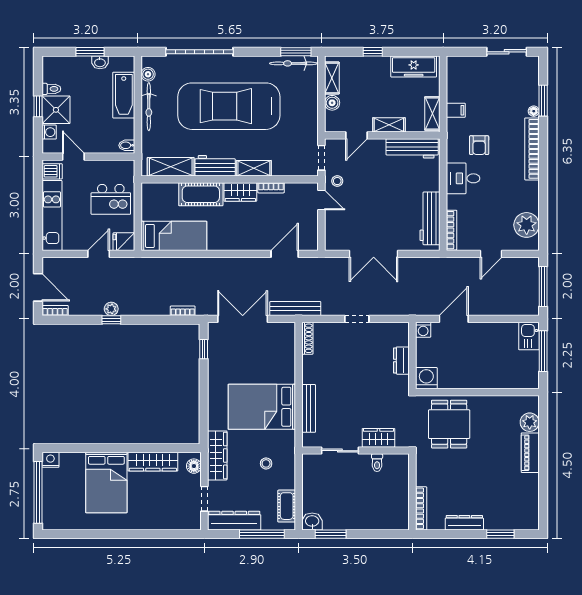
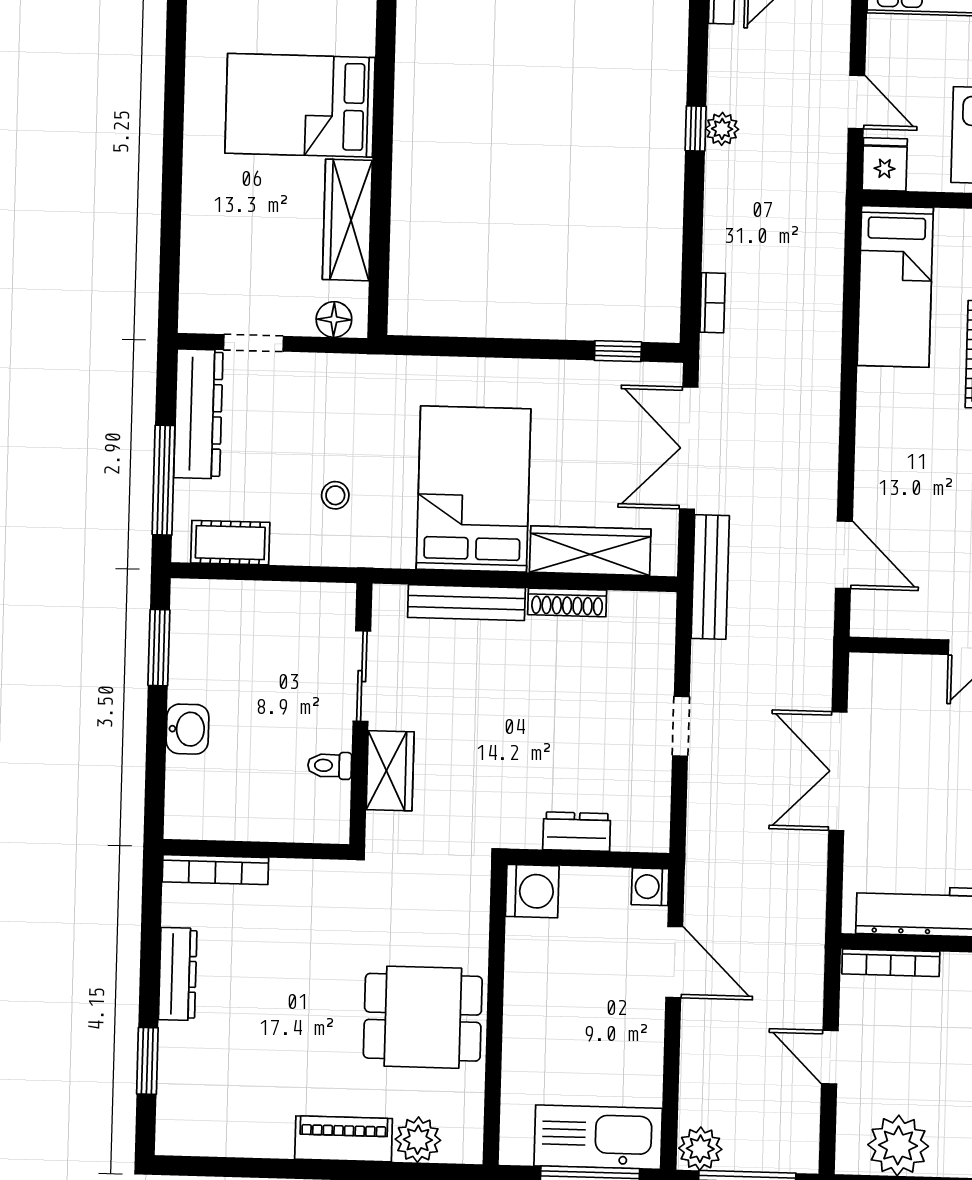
plant: (530, 306) -> (700, 1149), added
double door: (243, 319) -> (689, 448), swing flipped
kitchen sink: (529, 336) -> (598, 1137), width x1.87, depth x1.24
shoe rack: (307, 338) -> (567, 602), moved
dining table: (449, 424) -> (423, 1017), moved
wardrobe: (217, 455) -> (590, 551), moved, turned 180
washbasin: (312, 521) -> (187, 729), moved

